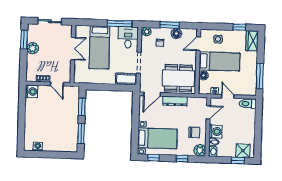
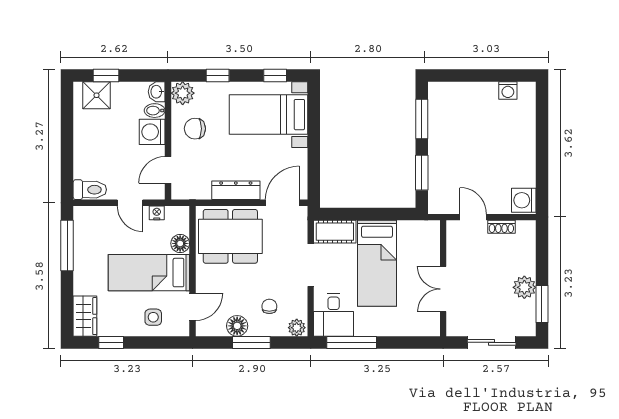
bed: (100, 47) -> (377, 263), moved, turned 180

